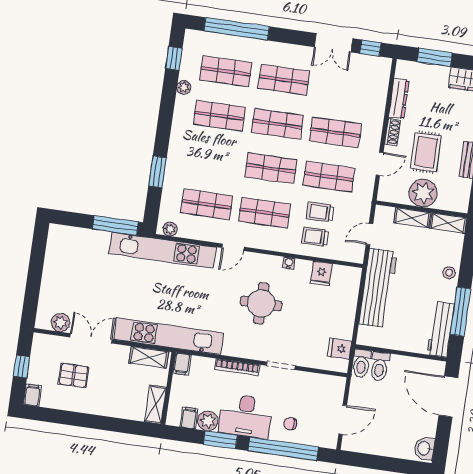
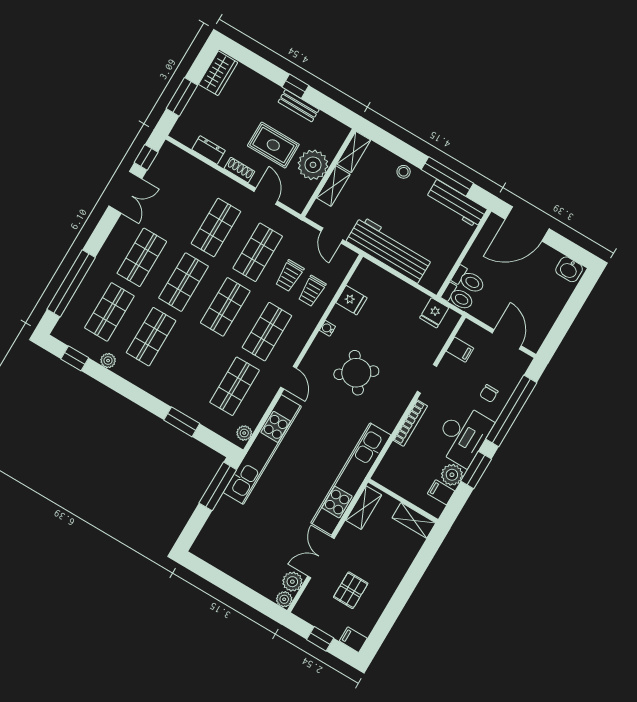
dresser: (399, 99) -> (209, 150), width x0.70
round table: (261, 303) -> (356, 373), turned -36
plant: (42, 322) -> (284, 599), added
filing cabinet: (182, 364) -> (460, 350), moved

